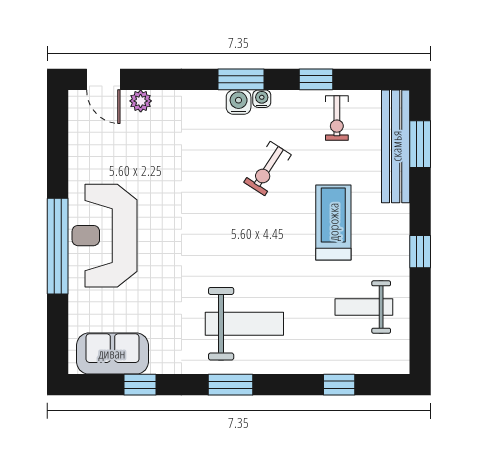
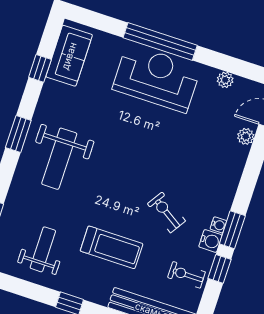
window: (241, 79) -> (232, 230), moved
water cooler: (239, 102) -> (210, 241), moved
plant: (79, 150) -> (225, 80), added

